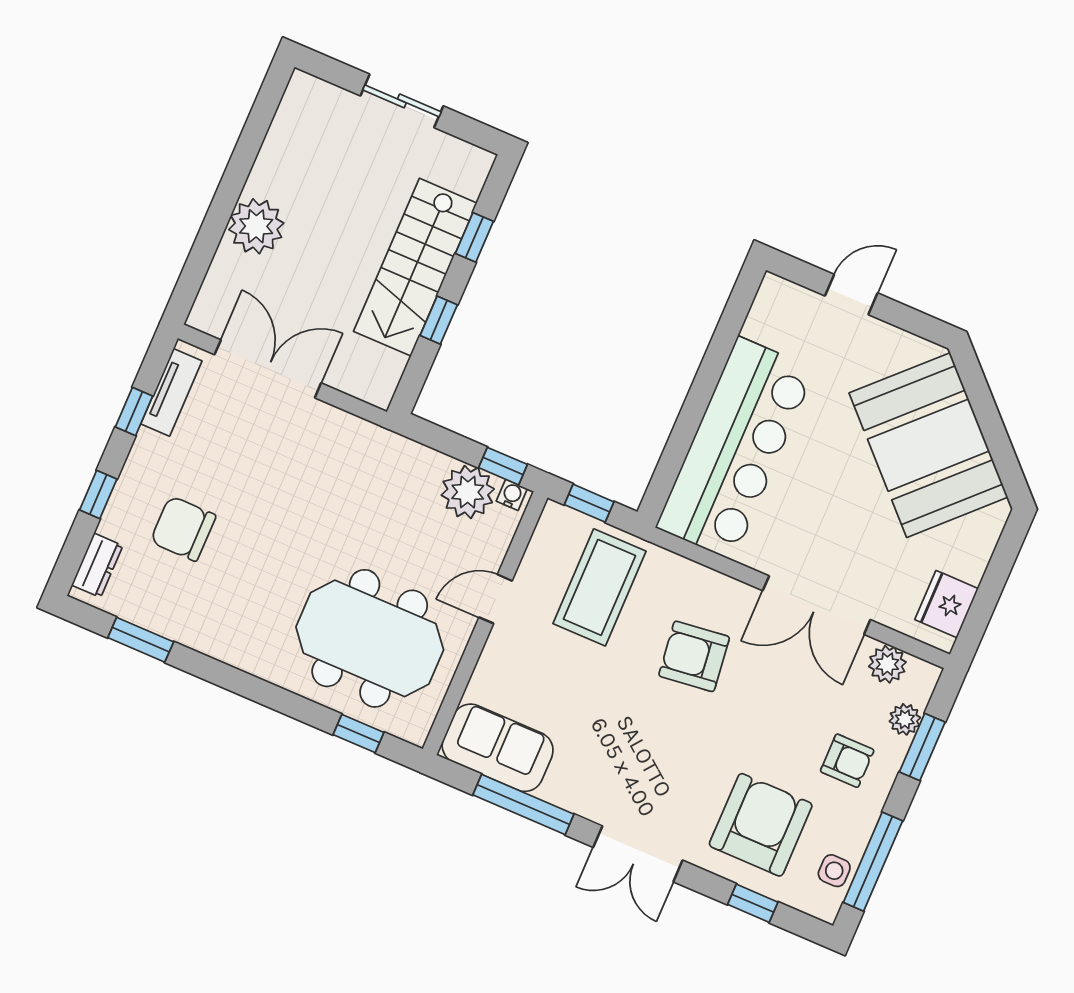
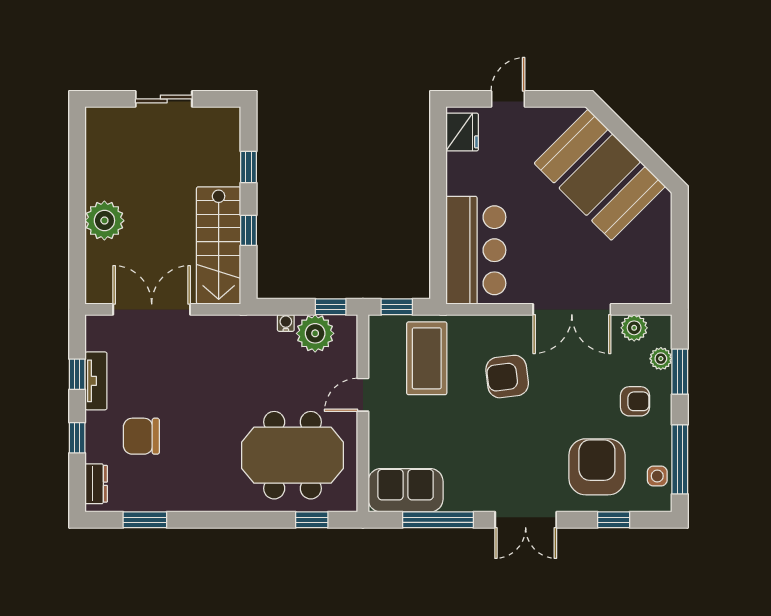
stairs: (415, 267) -> (219, 246), moved
tv unit: (171, 392) -> (96, 381), moved
bar counter: (735, 448) -> (476, 250), width x0.73
water cooler: (512, 495) -> (286, 323), moved
fridge: (947, 604) -> (462, 132), moved, turned 180

